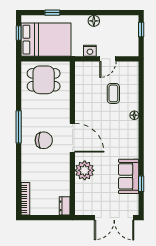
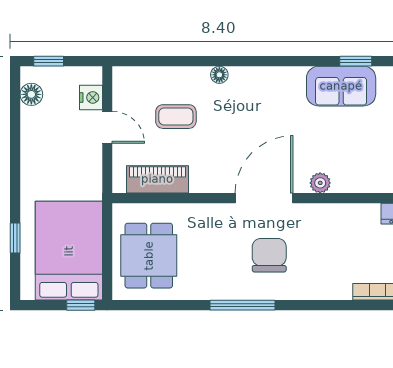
floor lamp: (94, 21) -> (31, 94), moved
window: (19, 33) -> (81, 305), moved
nightstand: (90, 51) -> (91, 97), moved
piano: (82, 84) -> (157, 179), added
plant: (85, 170) -> (320, 183), width x0.53, depth x0.53

